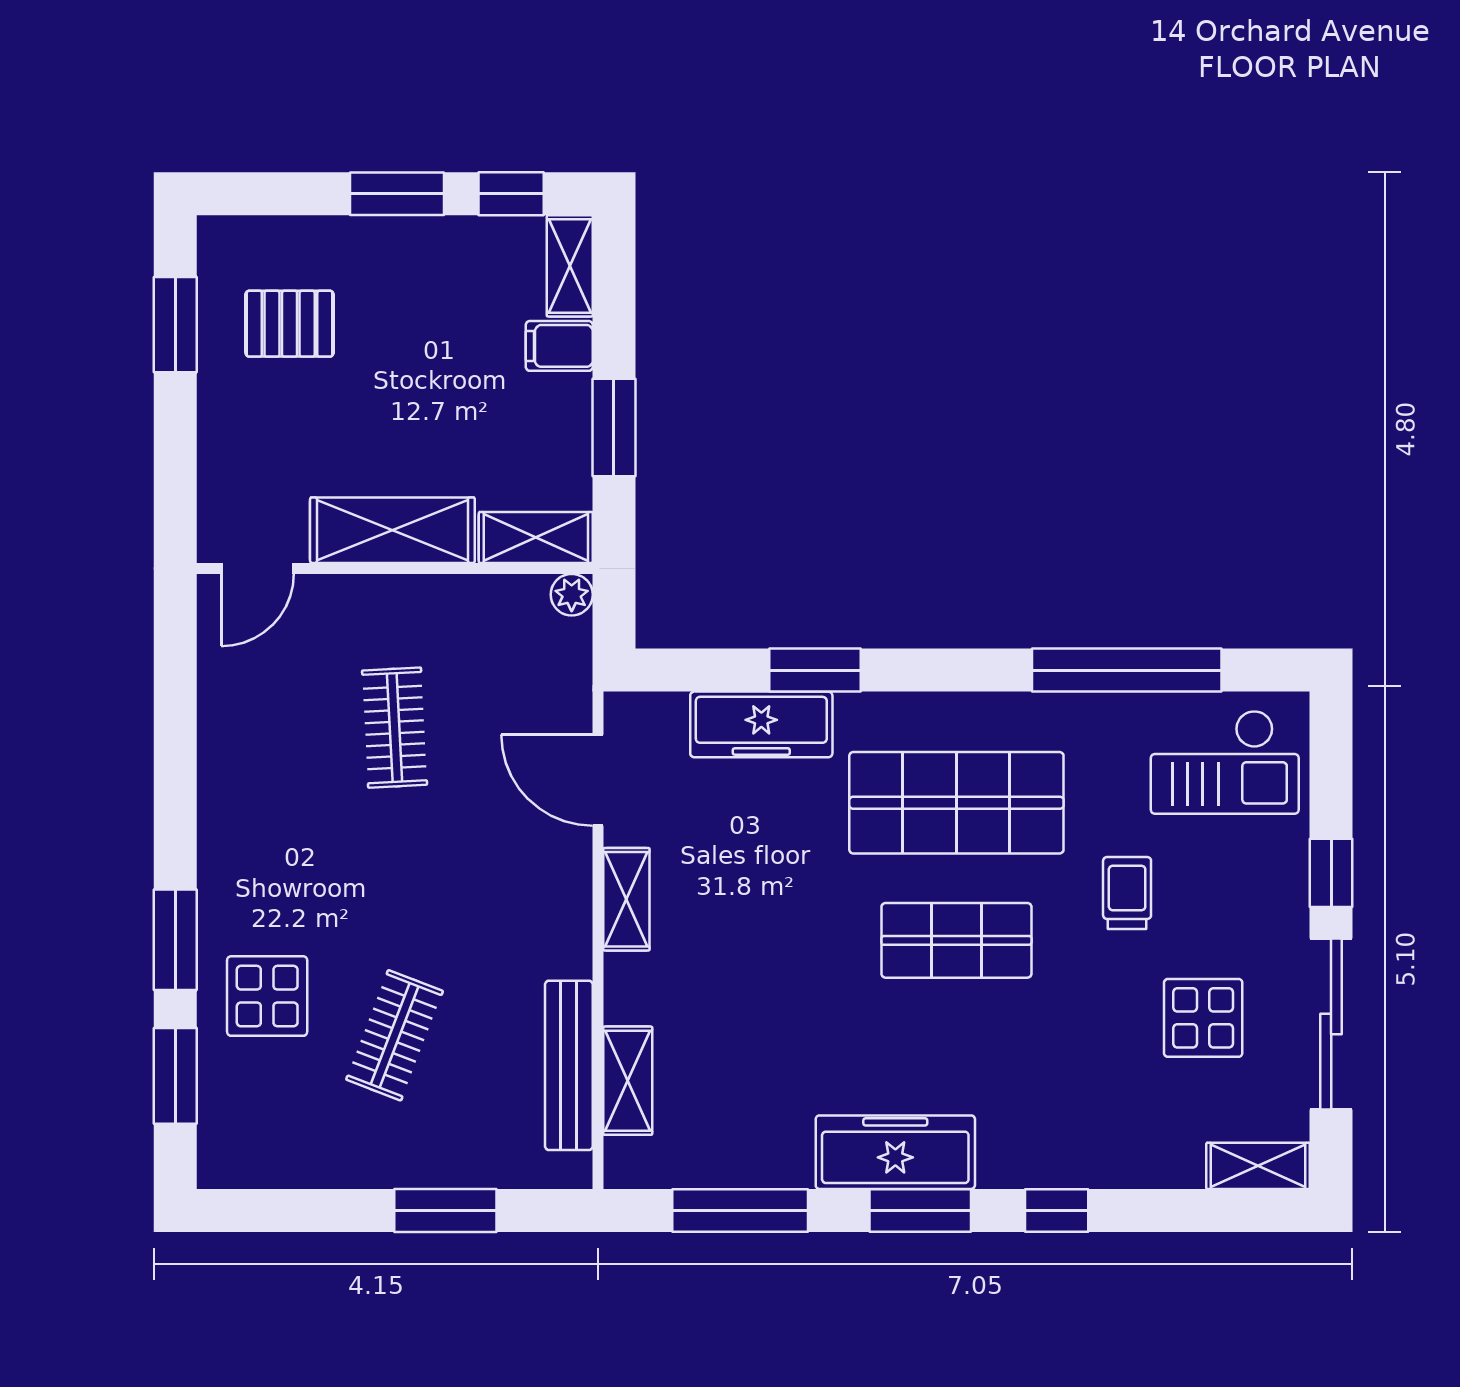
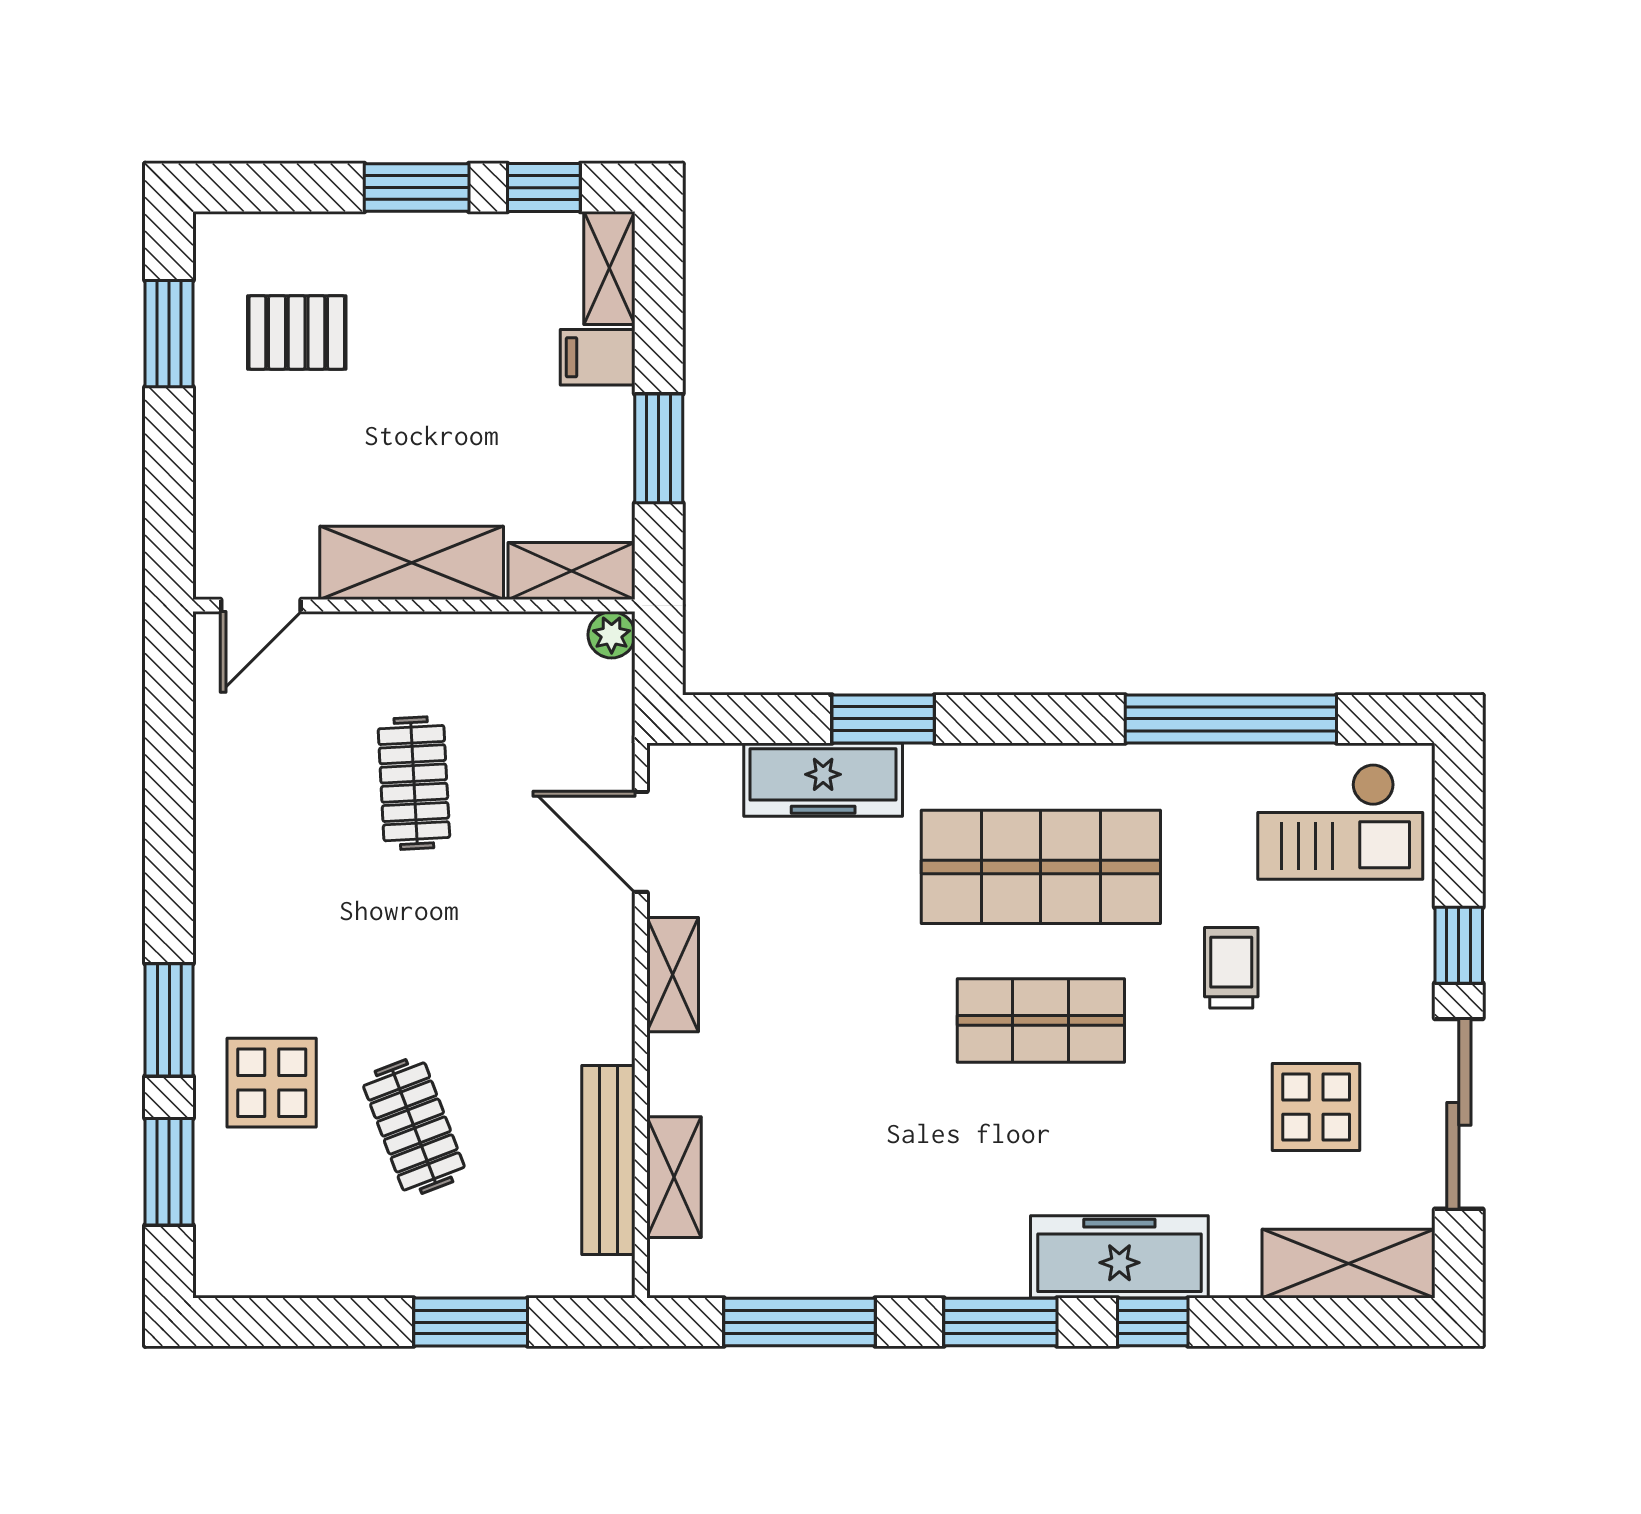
clothes rail: (395, 1035) -> (414, 1126), turned -42
freezer: (895, 1152) -> (1119, 1257), moved
shelving: (1258, 1166) -> (1349, 1264), width x1.50, depth x1.33

